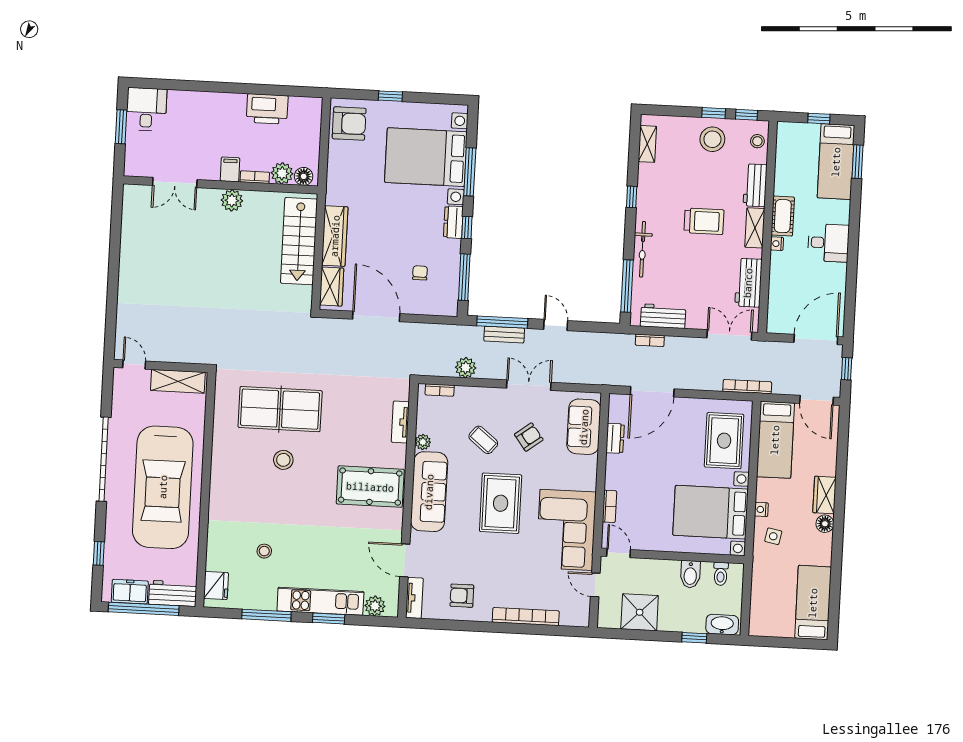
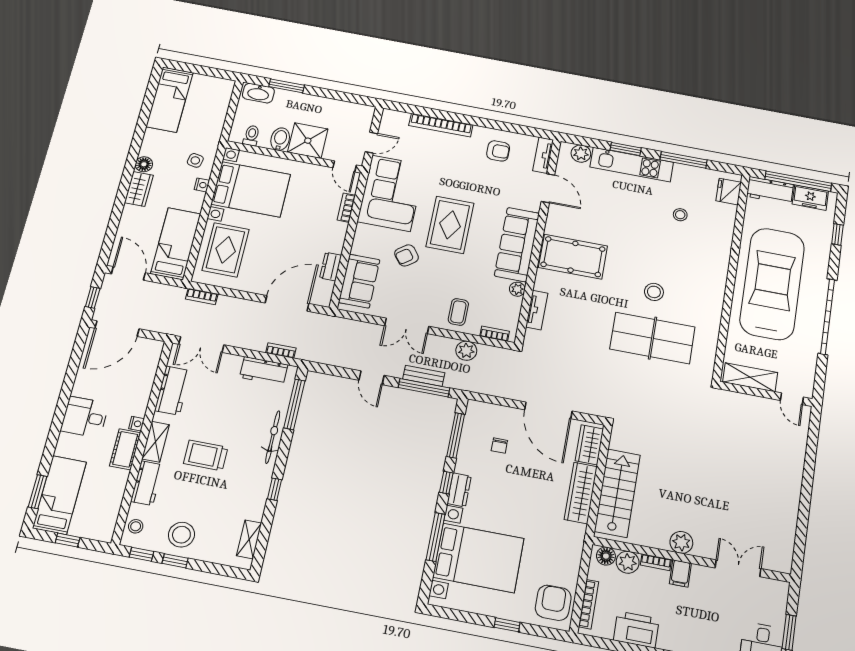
armchair: (349, 124) -> (553, 603), turned 90
bookcase: (315, 127) -> (589, 604), added
bookcase: (747, 387) -> (202, 297), width x0.64
armchair: (529, 437) -> (407, 255), moved
coffee table: (483, 440) -> (458, 312), moved, turned 51
door: (595, 585) -> (371, 143), hinge flipped
shower: (640, 612) -> (308, 141), moved
window: (694, 638) -> (287, 86), width x1.50

